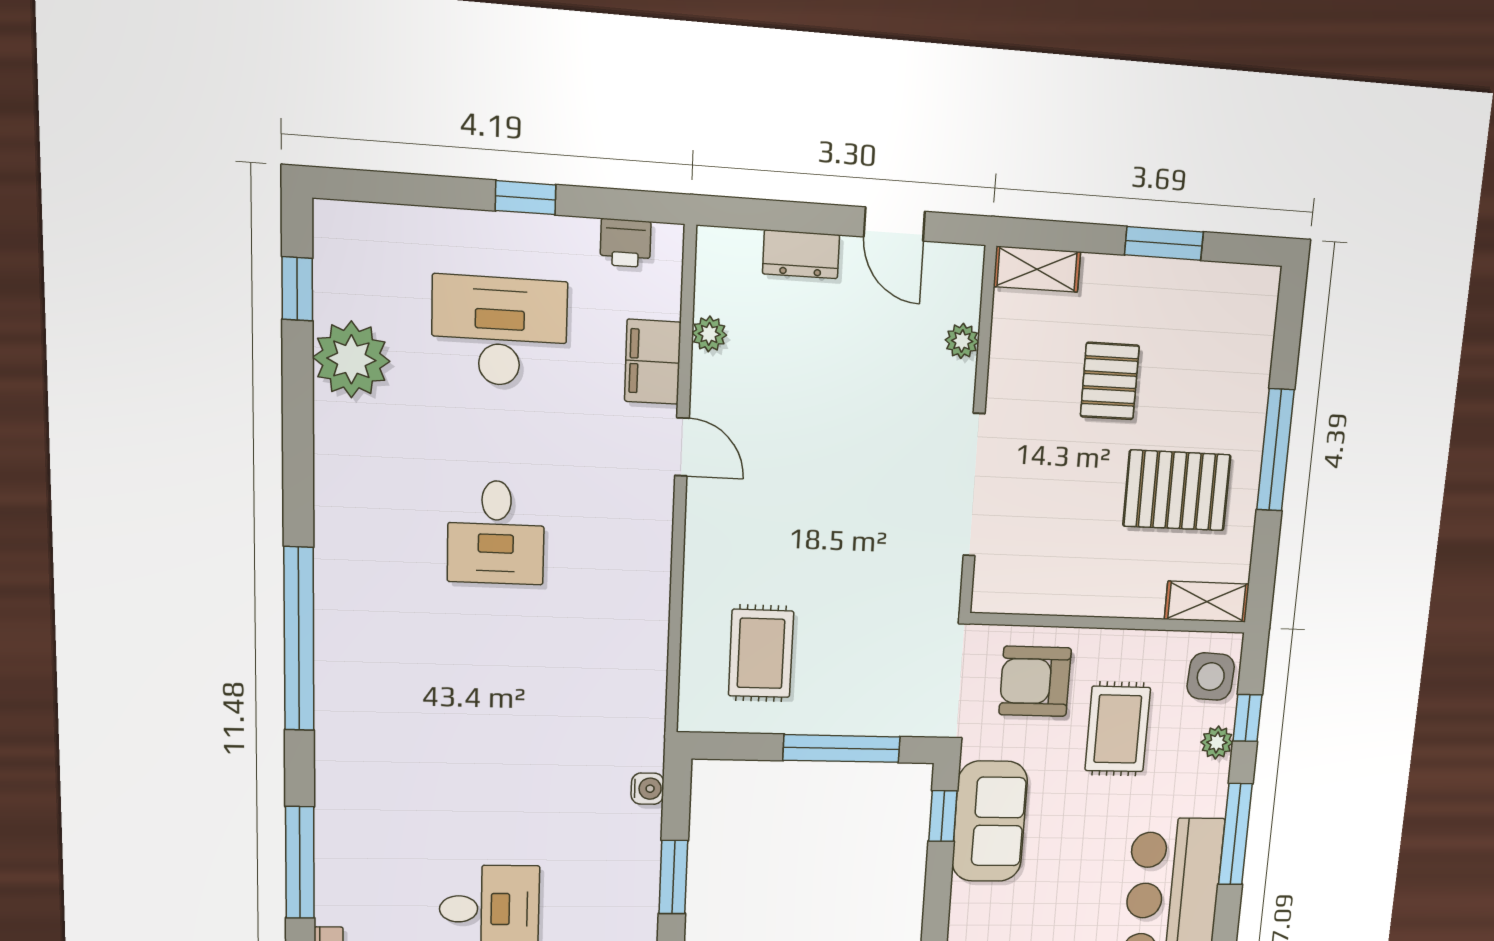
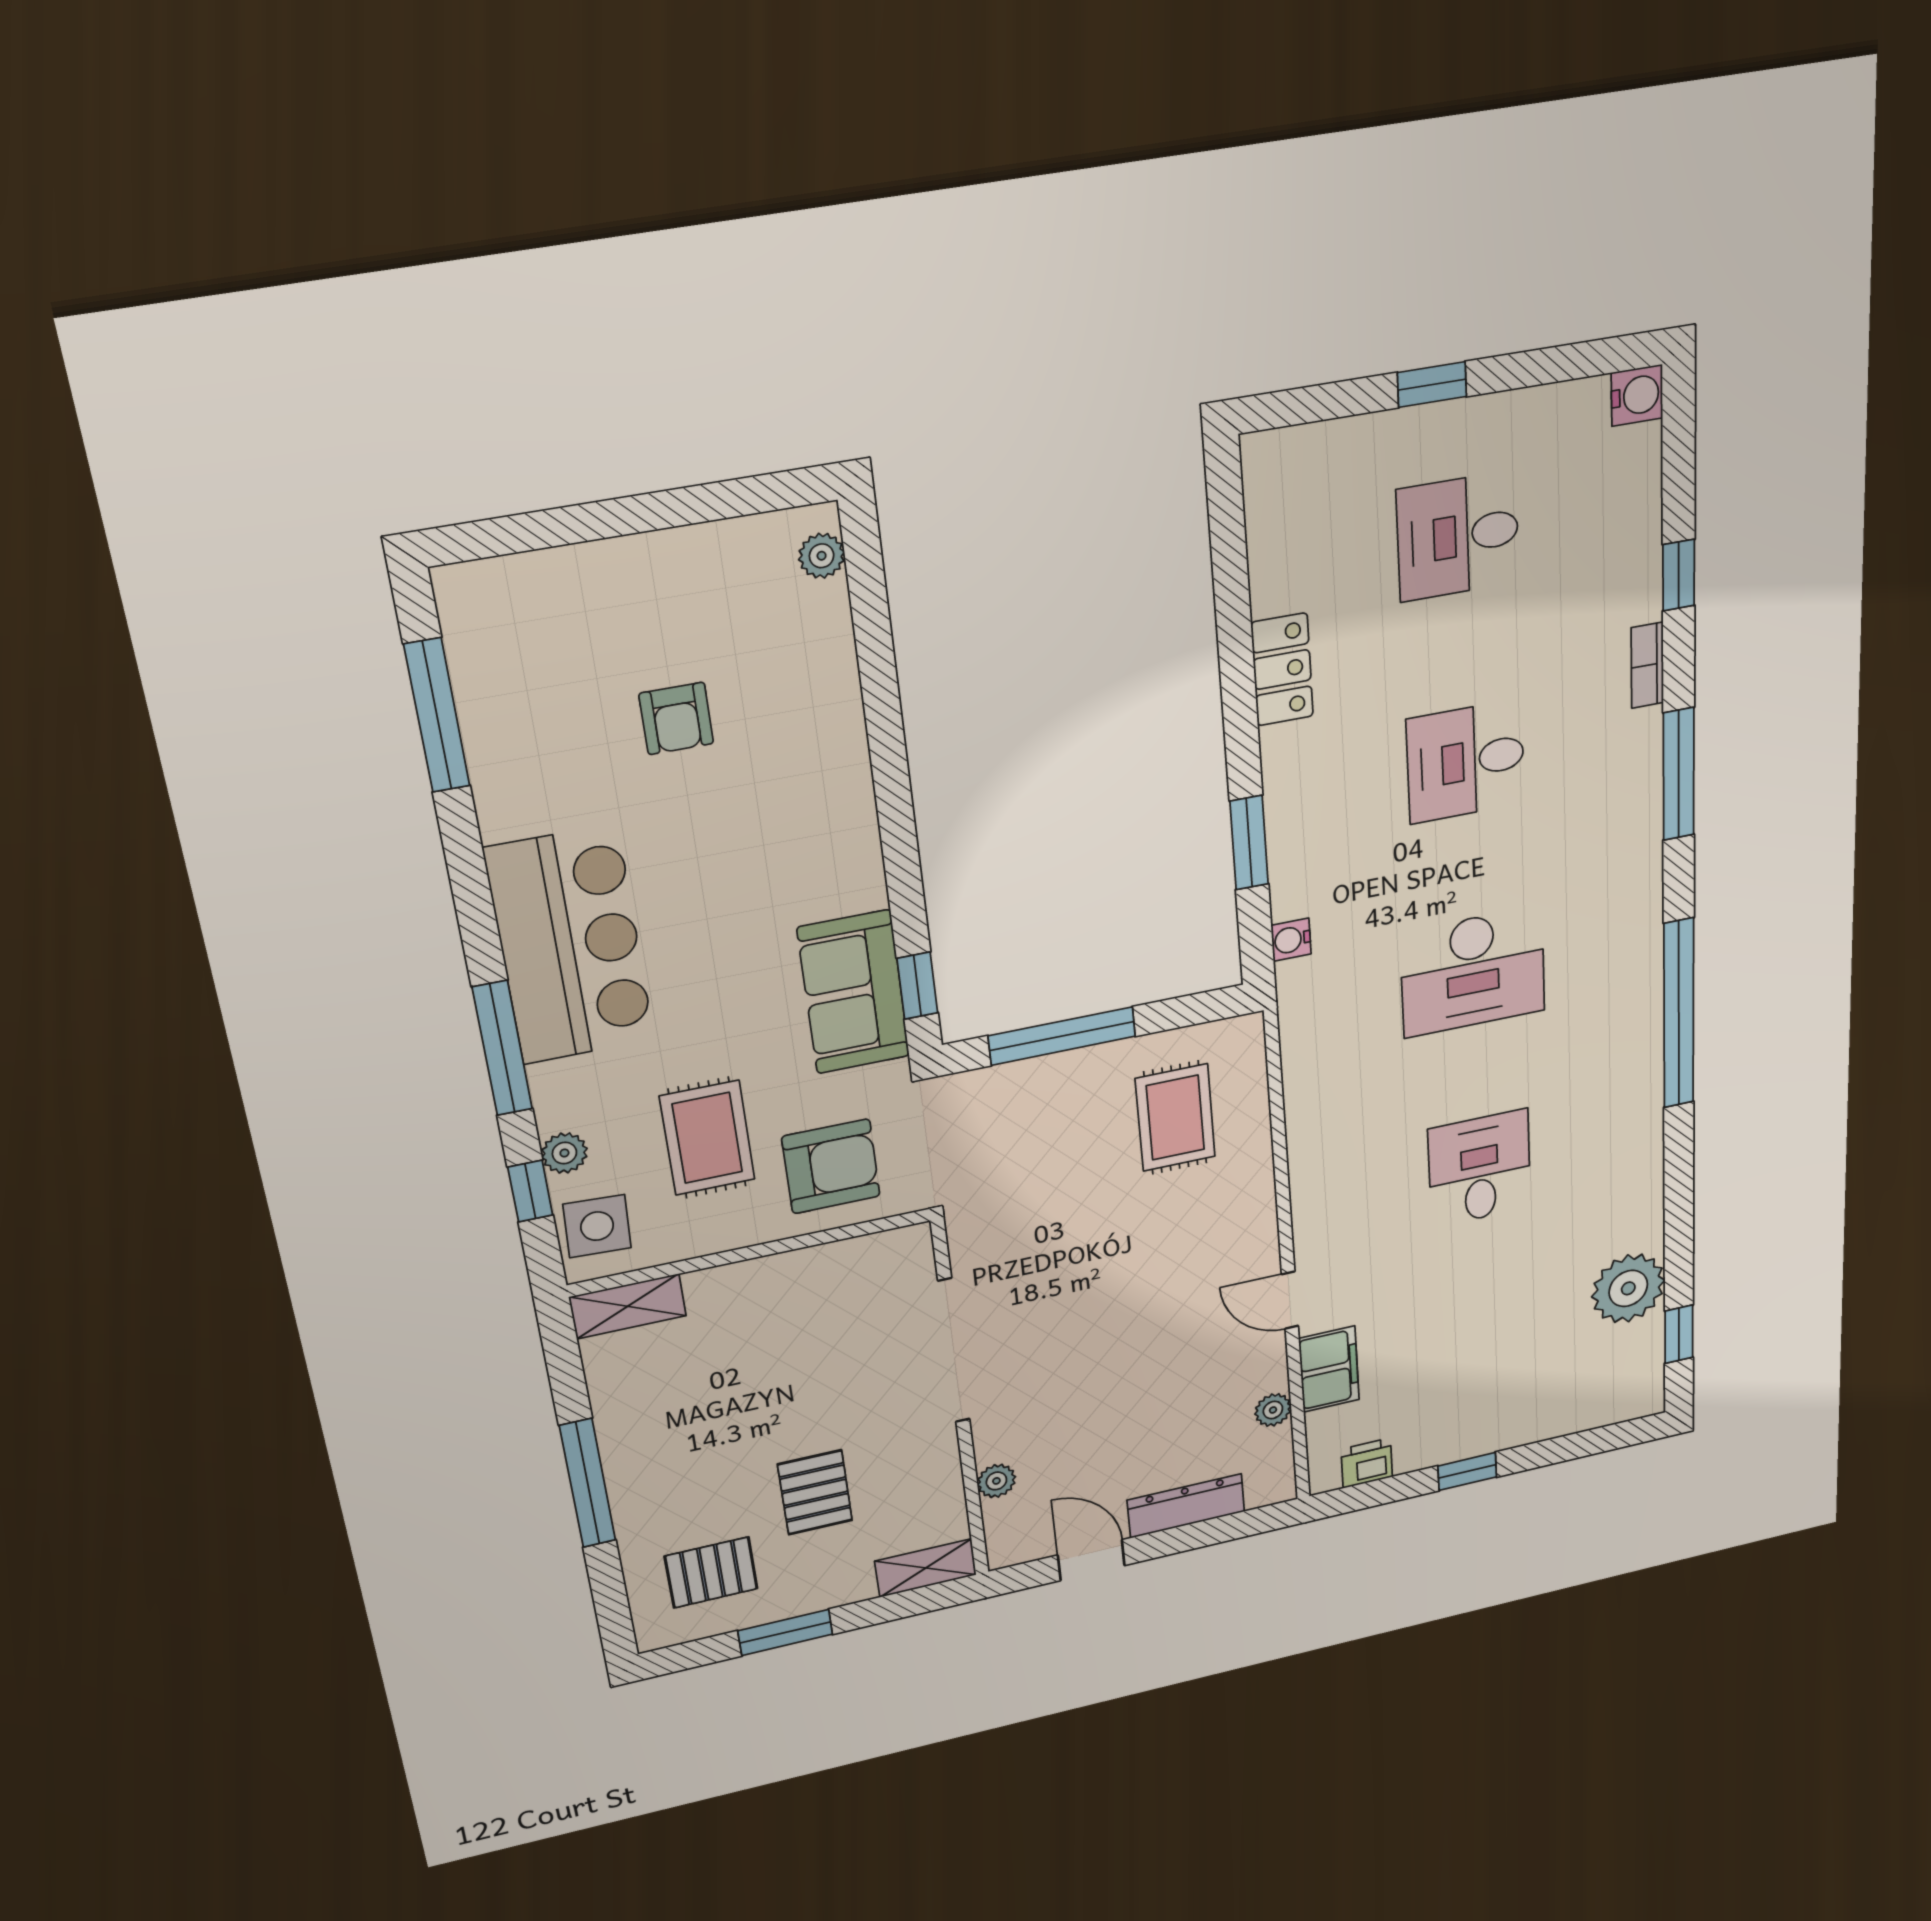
dresser: (801, 254) -> (1186, 1506), width x1.44
desk: (500, 331) -> (1473, 972), moved
pallet: (1177, 490) -> (711, 1572), moved, width x0.67, depth x0.71

